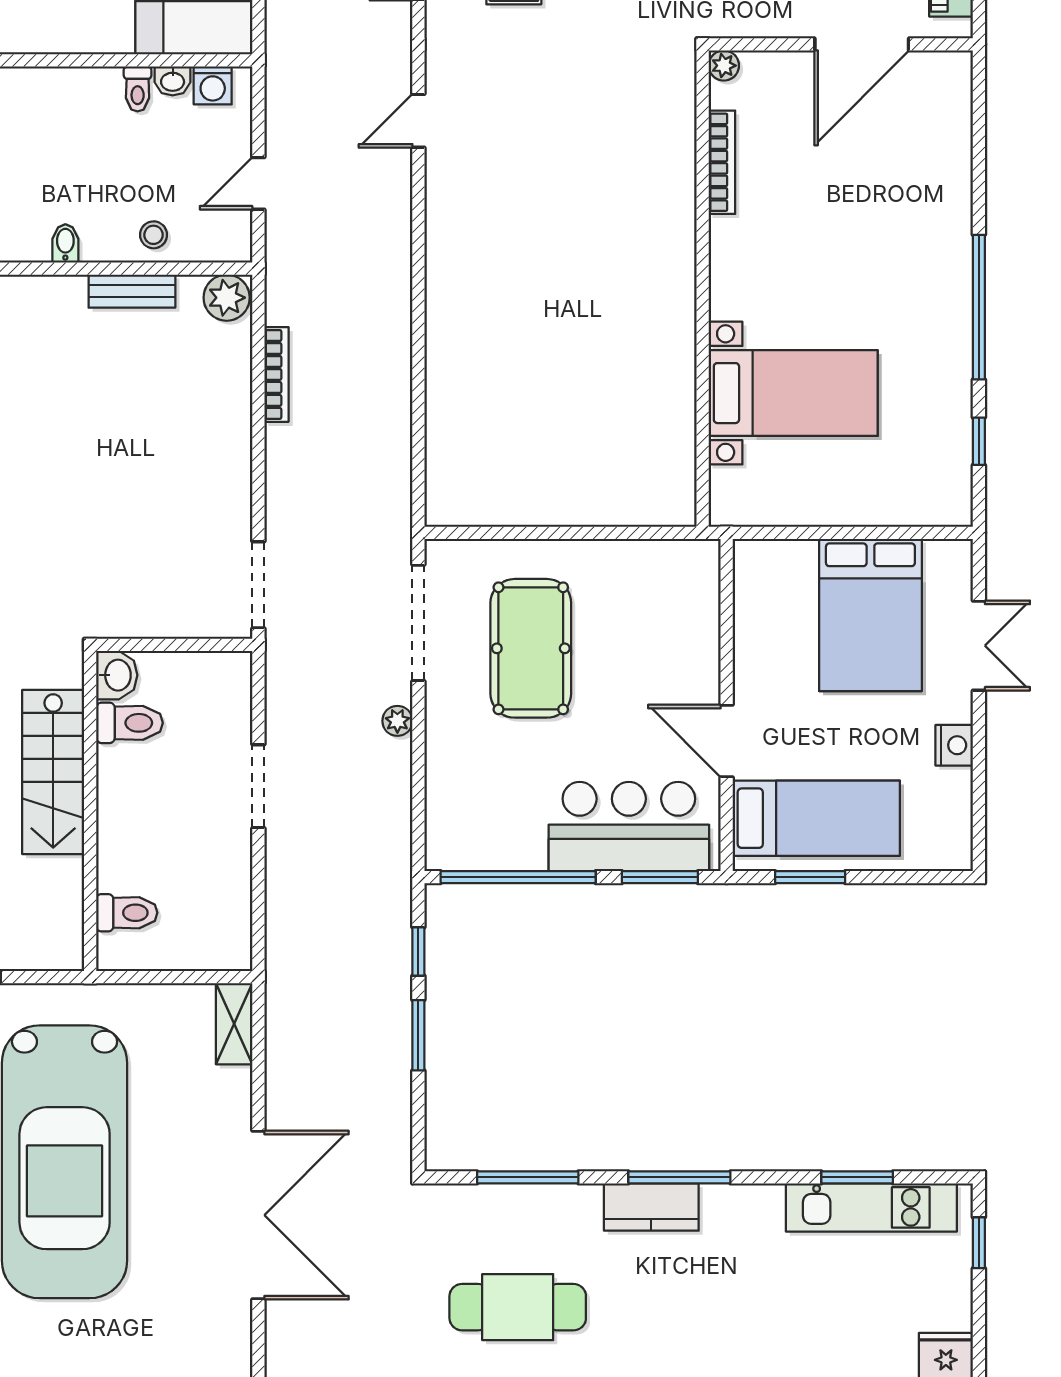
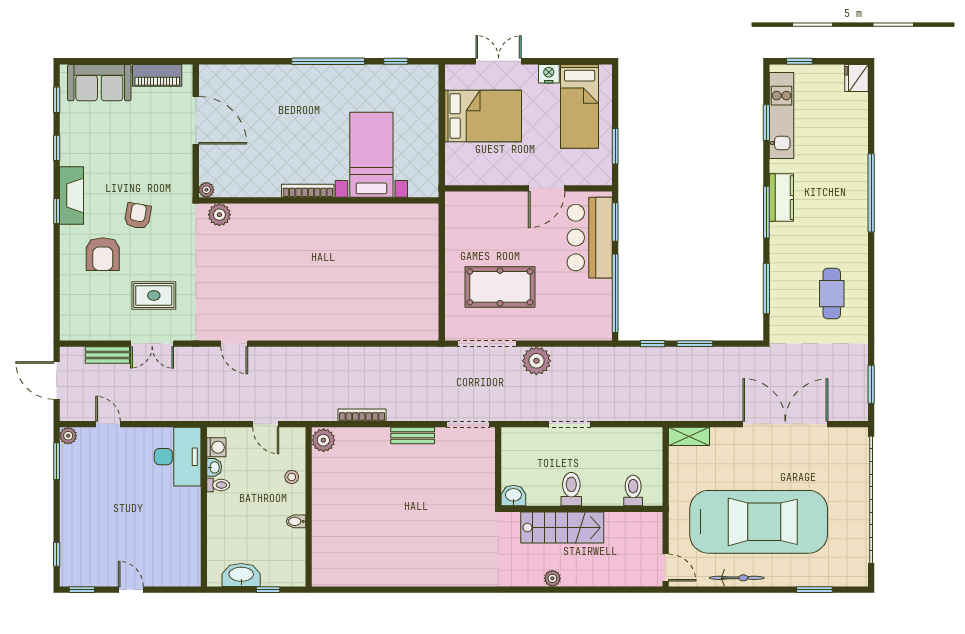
plant: (674, 91) -> (219, 215), added
bookcase: (722, 162) -> (308, 191), moved
bench: (132, 291) -> (413, 436), moved, turned 90
plant: (397, 721) -> (536, 361), width x1.87, depth x1.87
toilet: (129, 723) -> (571, 489), moved
bed: (816, 818) -> (580, 106), moved, turned 180
kitchen counter: (651, 1207) -> (781, 198), moved
cafe table: (518, 1307) -> (832, 294), width x0.73, depth x0.74

